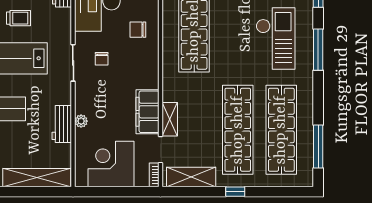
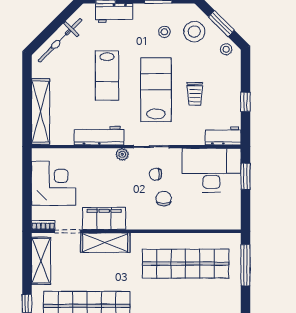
chair: (138, 30) -> (164, 199), moved
shelving: (170, 119) -> (105, 243), width x1.50, depth x1.33
plant: (81, 121) -> (122, 154), moved
workbench: (62, 124) -> (99, 136), width x1.38

